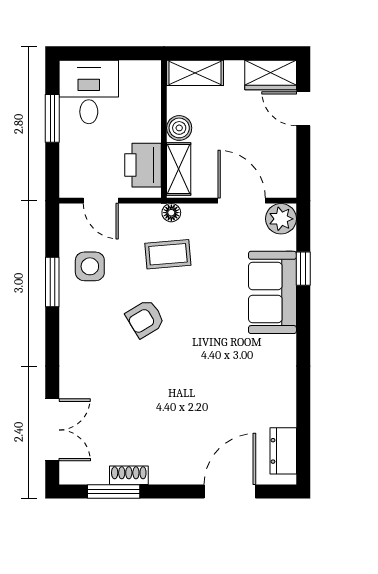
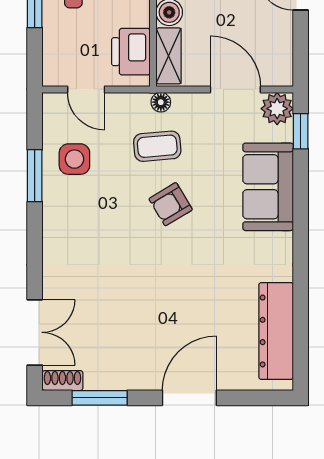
window: (303, 269) -> (301, 131), moved
armchair: (145, 319) -> (171, 204), moved
dresser: (283, 451) -> (276, 331), width x1.96, depth x1.24
shoe rack: (129, 475) -> (62, 381), moved
door: (230, 492) -> (189, 398), moved

